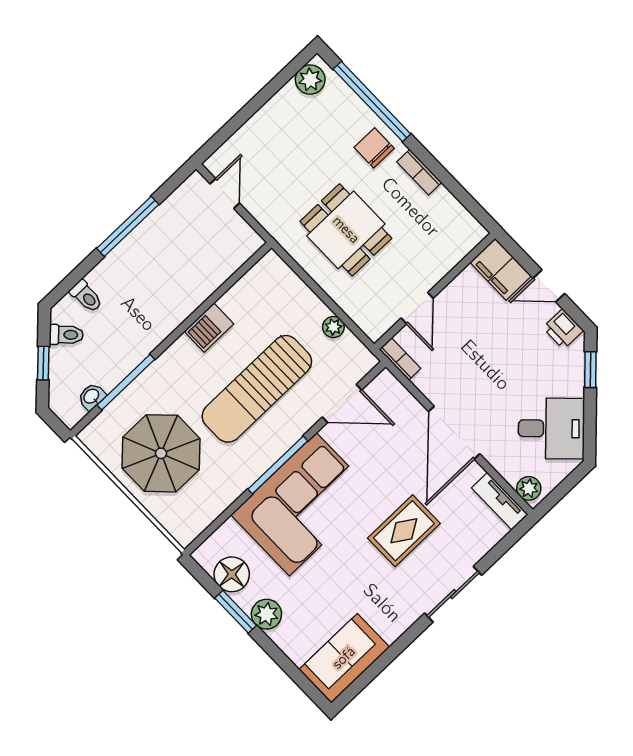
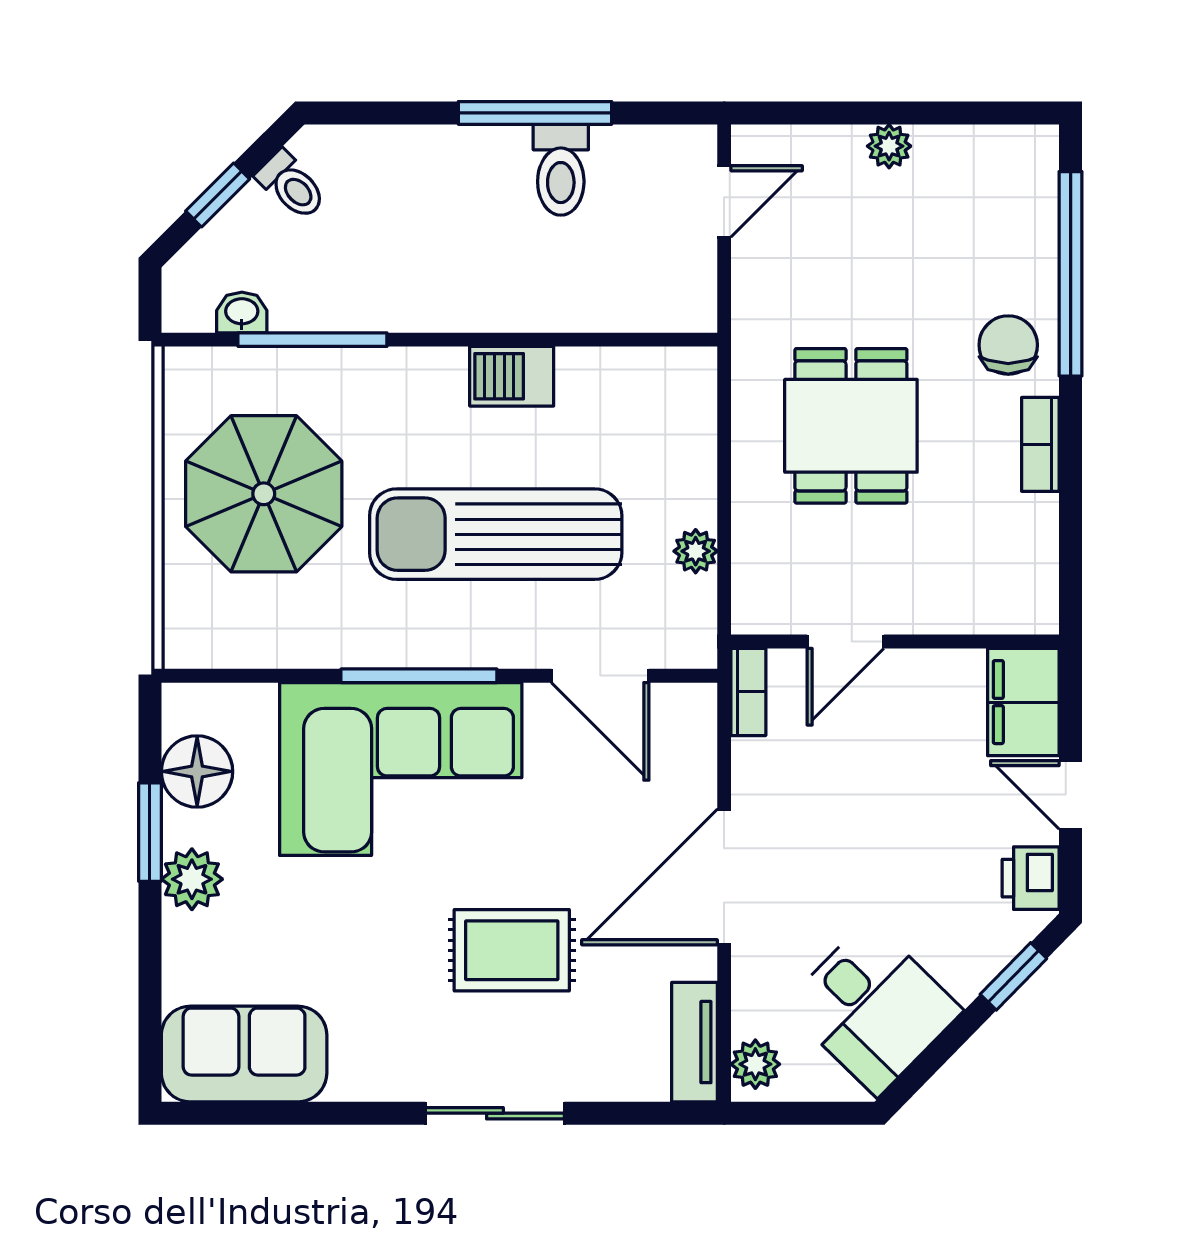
plant: (310, 80) -> (889, 146), moved, width x0.73, depth x0.73
toilet: (86, 296) -> (561, 170), moved, width x1.37, depth x1.39

